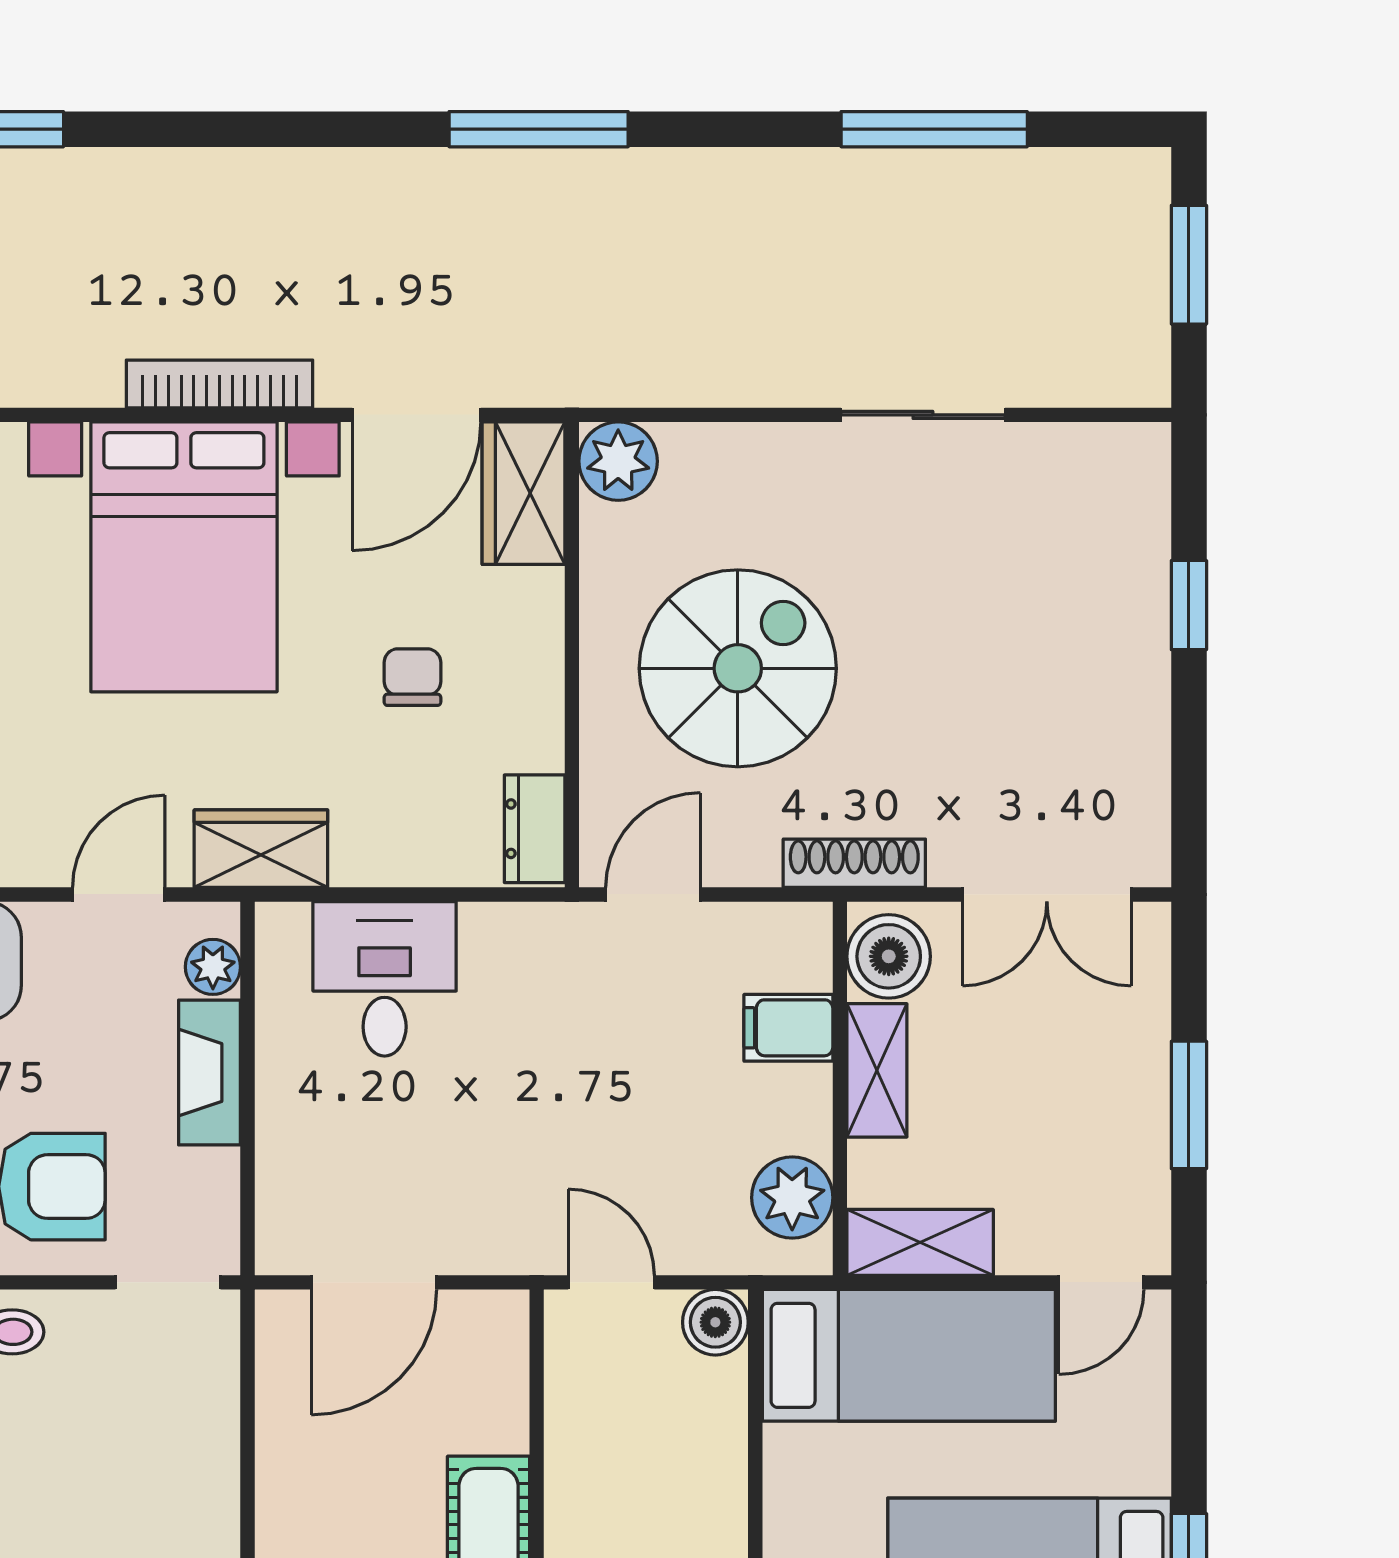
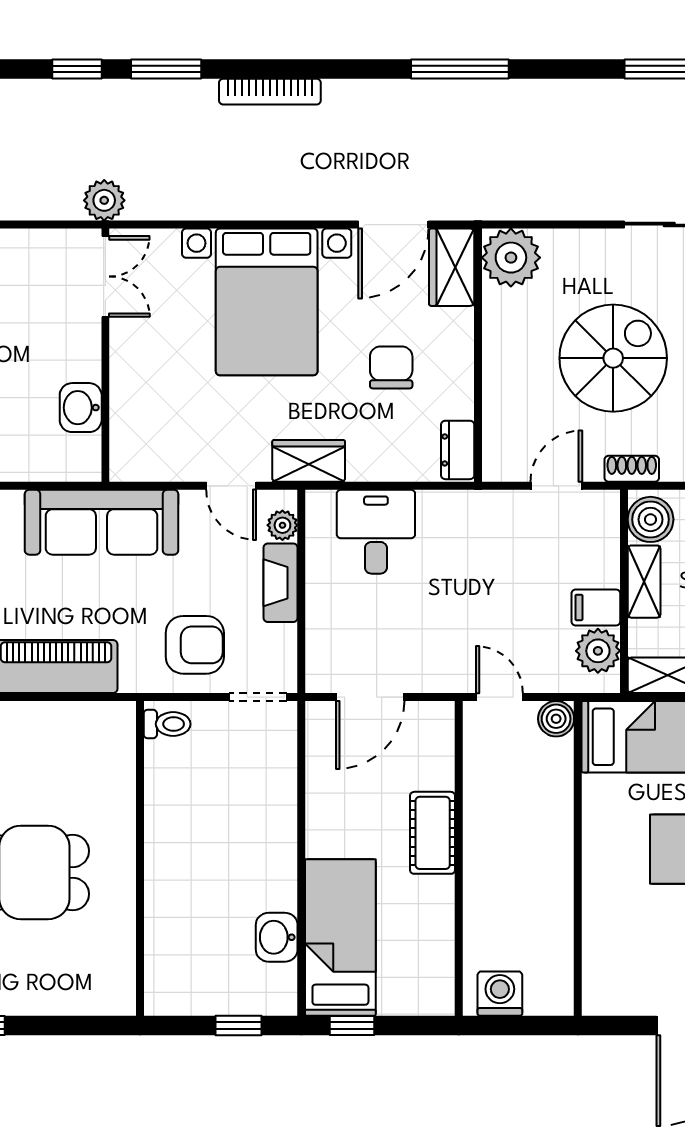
bookcase: (219, 384) -> (270, 92), moved, turned 180
plant: (618, 461) -> (511, 258), width x1.36, depth x1.36
spiral stairs: (738, 668) -> (613, 358), moved
chair: (412, 677) -> (391, 367), width x1.37, depth x1.37
shoe rack: (854, 863) -> (632, 469), width x0.70
door: (119, 894) -> (231, 486), swing flipped
door: (653, 894) -> (556, 486), moved
filing cabinet: (788, 1028) -> (596, 607), moved

